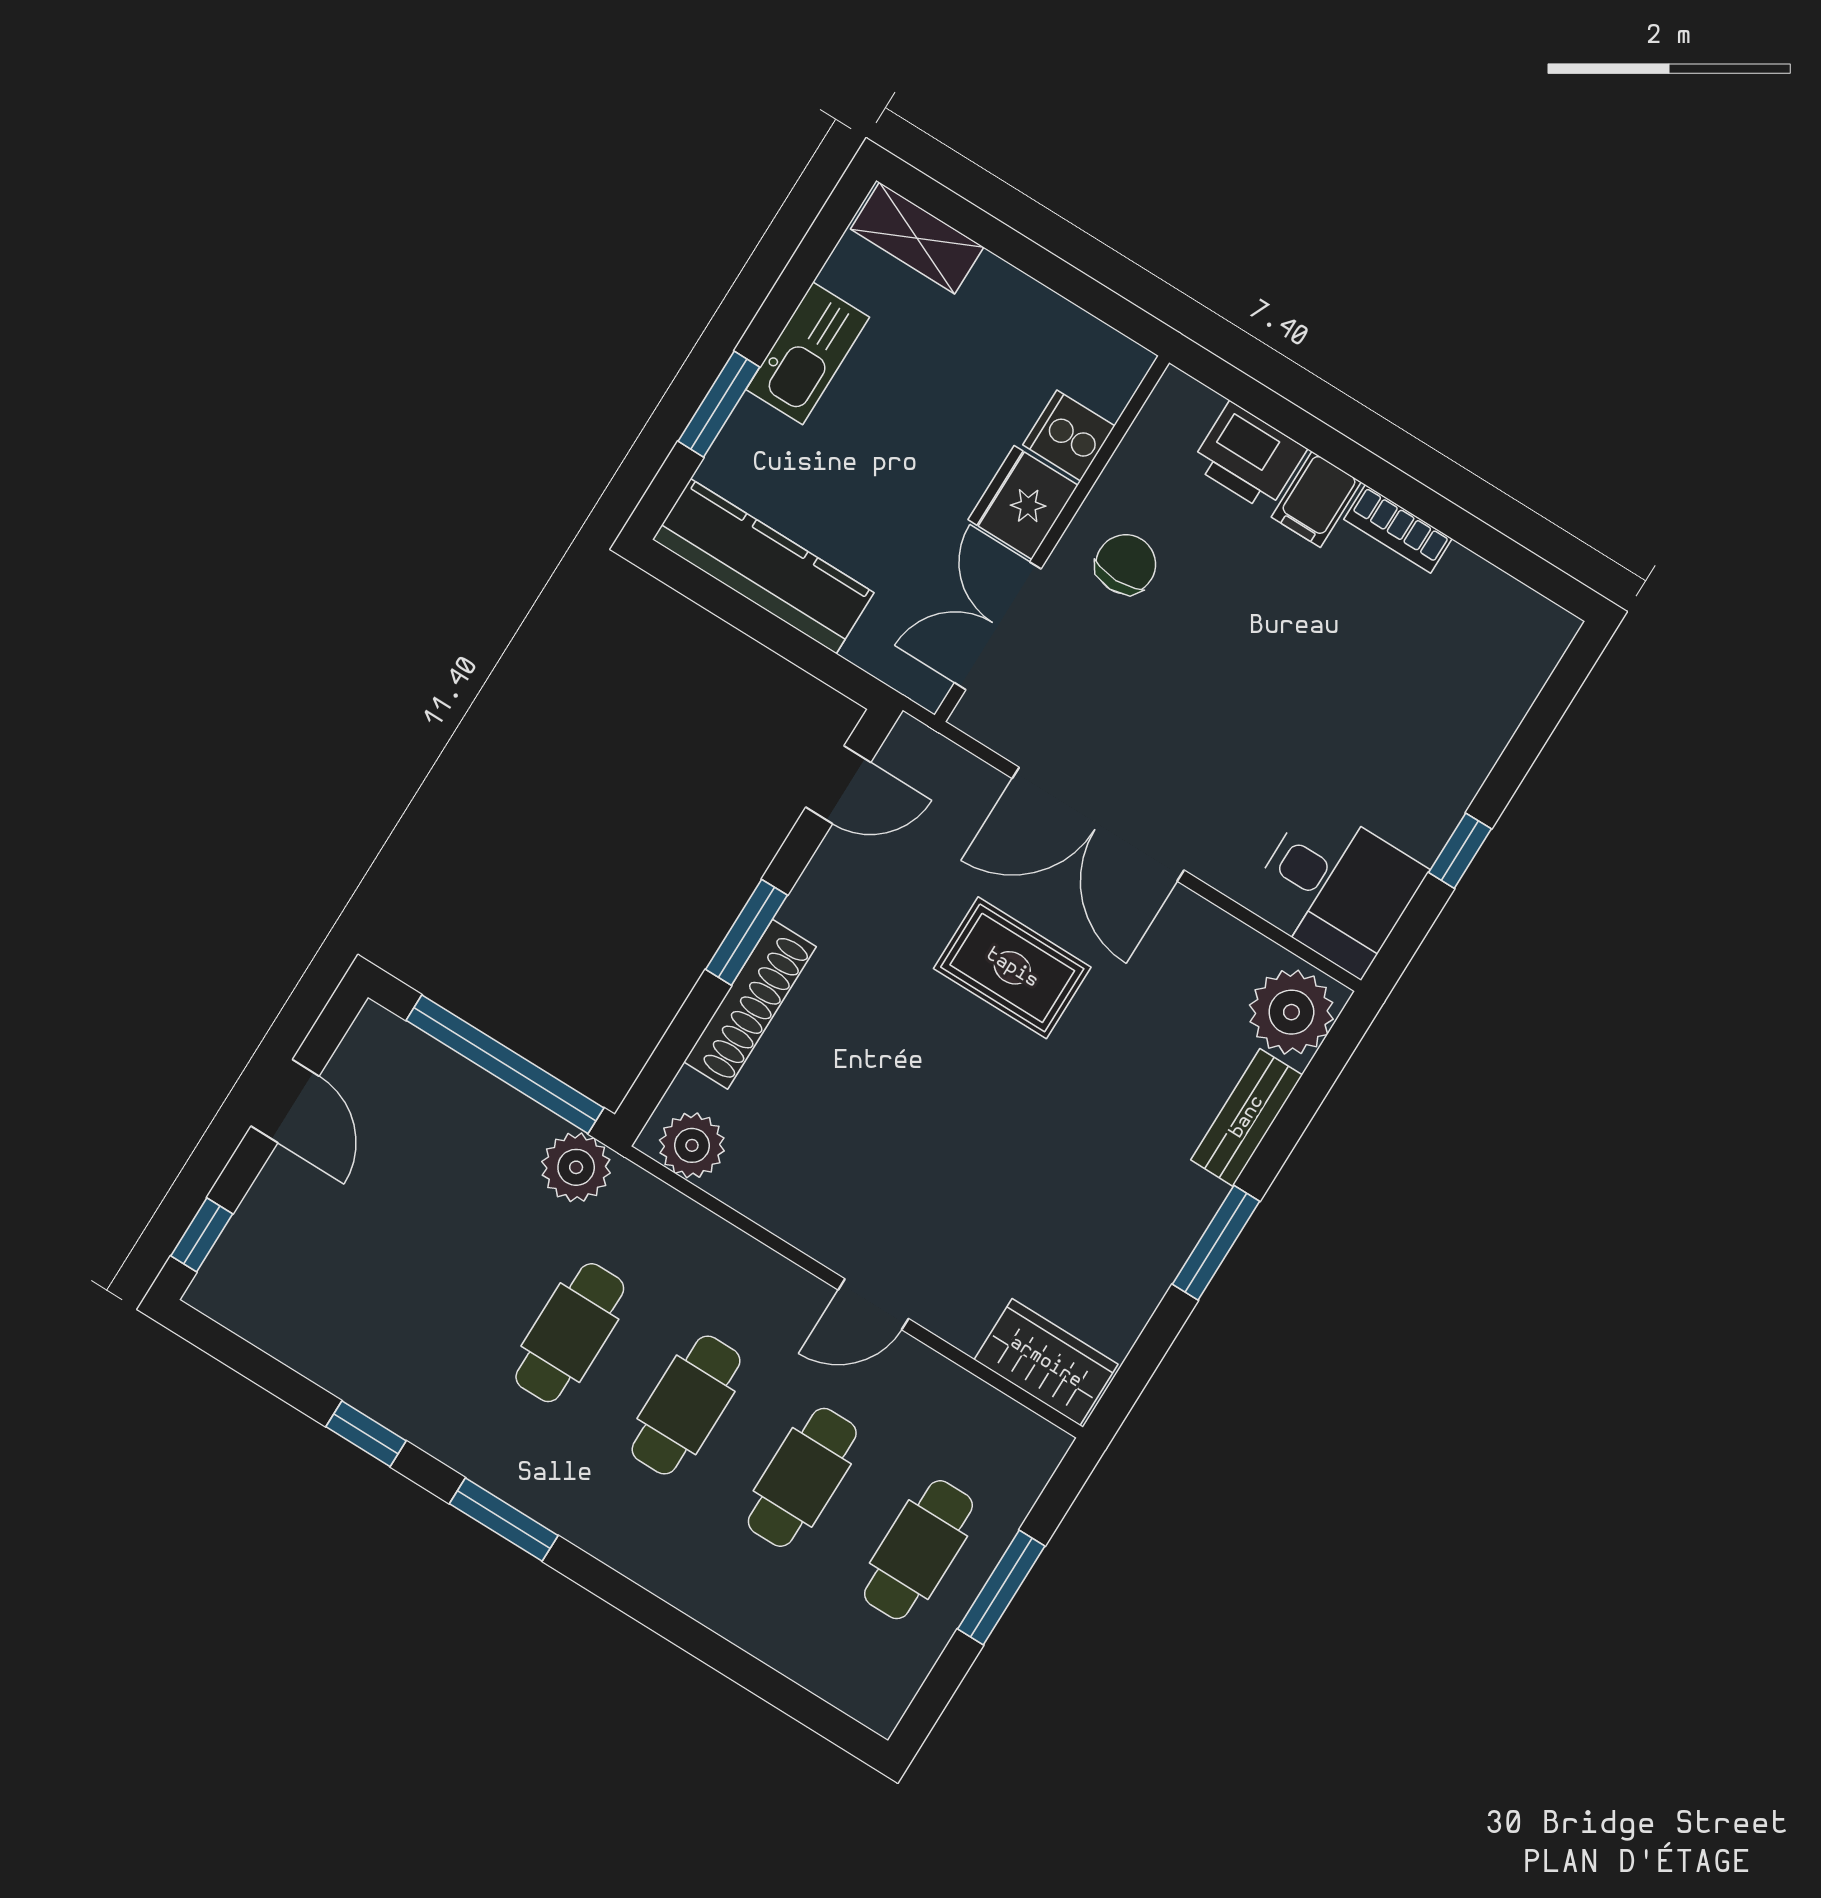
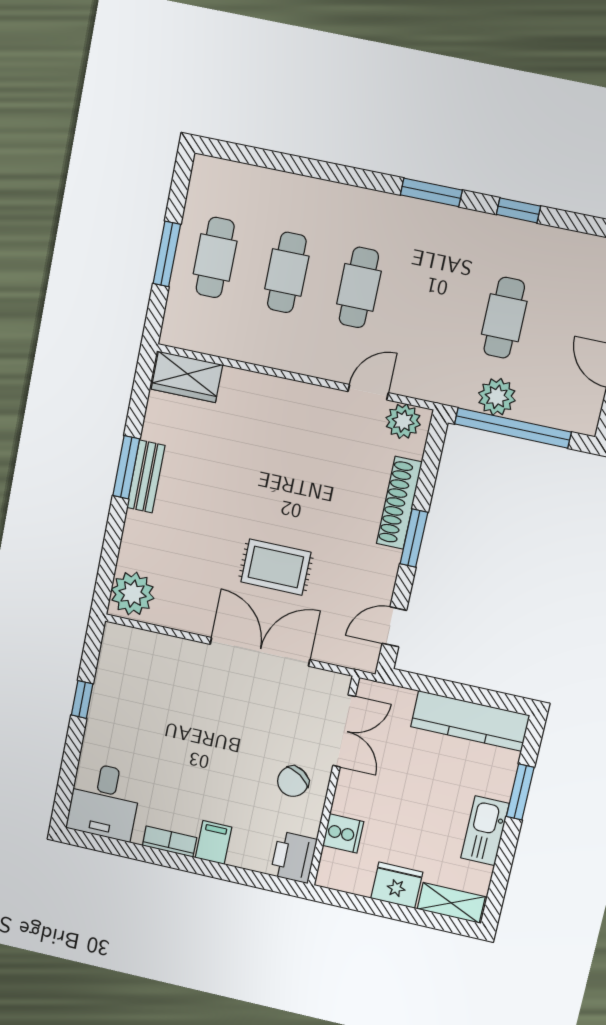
printer: (1249, 457) -> (294, 857), moved, turned -90
fridge: (1023, 502) -> (397, 885), moved, turned -90
chair: (1126, 564) -> (293, 781), turned 33
desk: (1336, 888) -> (104, 801), moved, turned -90
bench: (1247, 1117) -> (146, 477), moved
plant: (576, 1167) -> (497, 397), moved
door: (873, 1304) -> (368, 392), moved
cafe table: (570, 1333) -> (504, 318), moved

